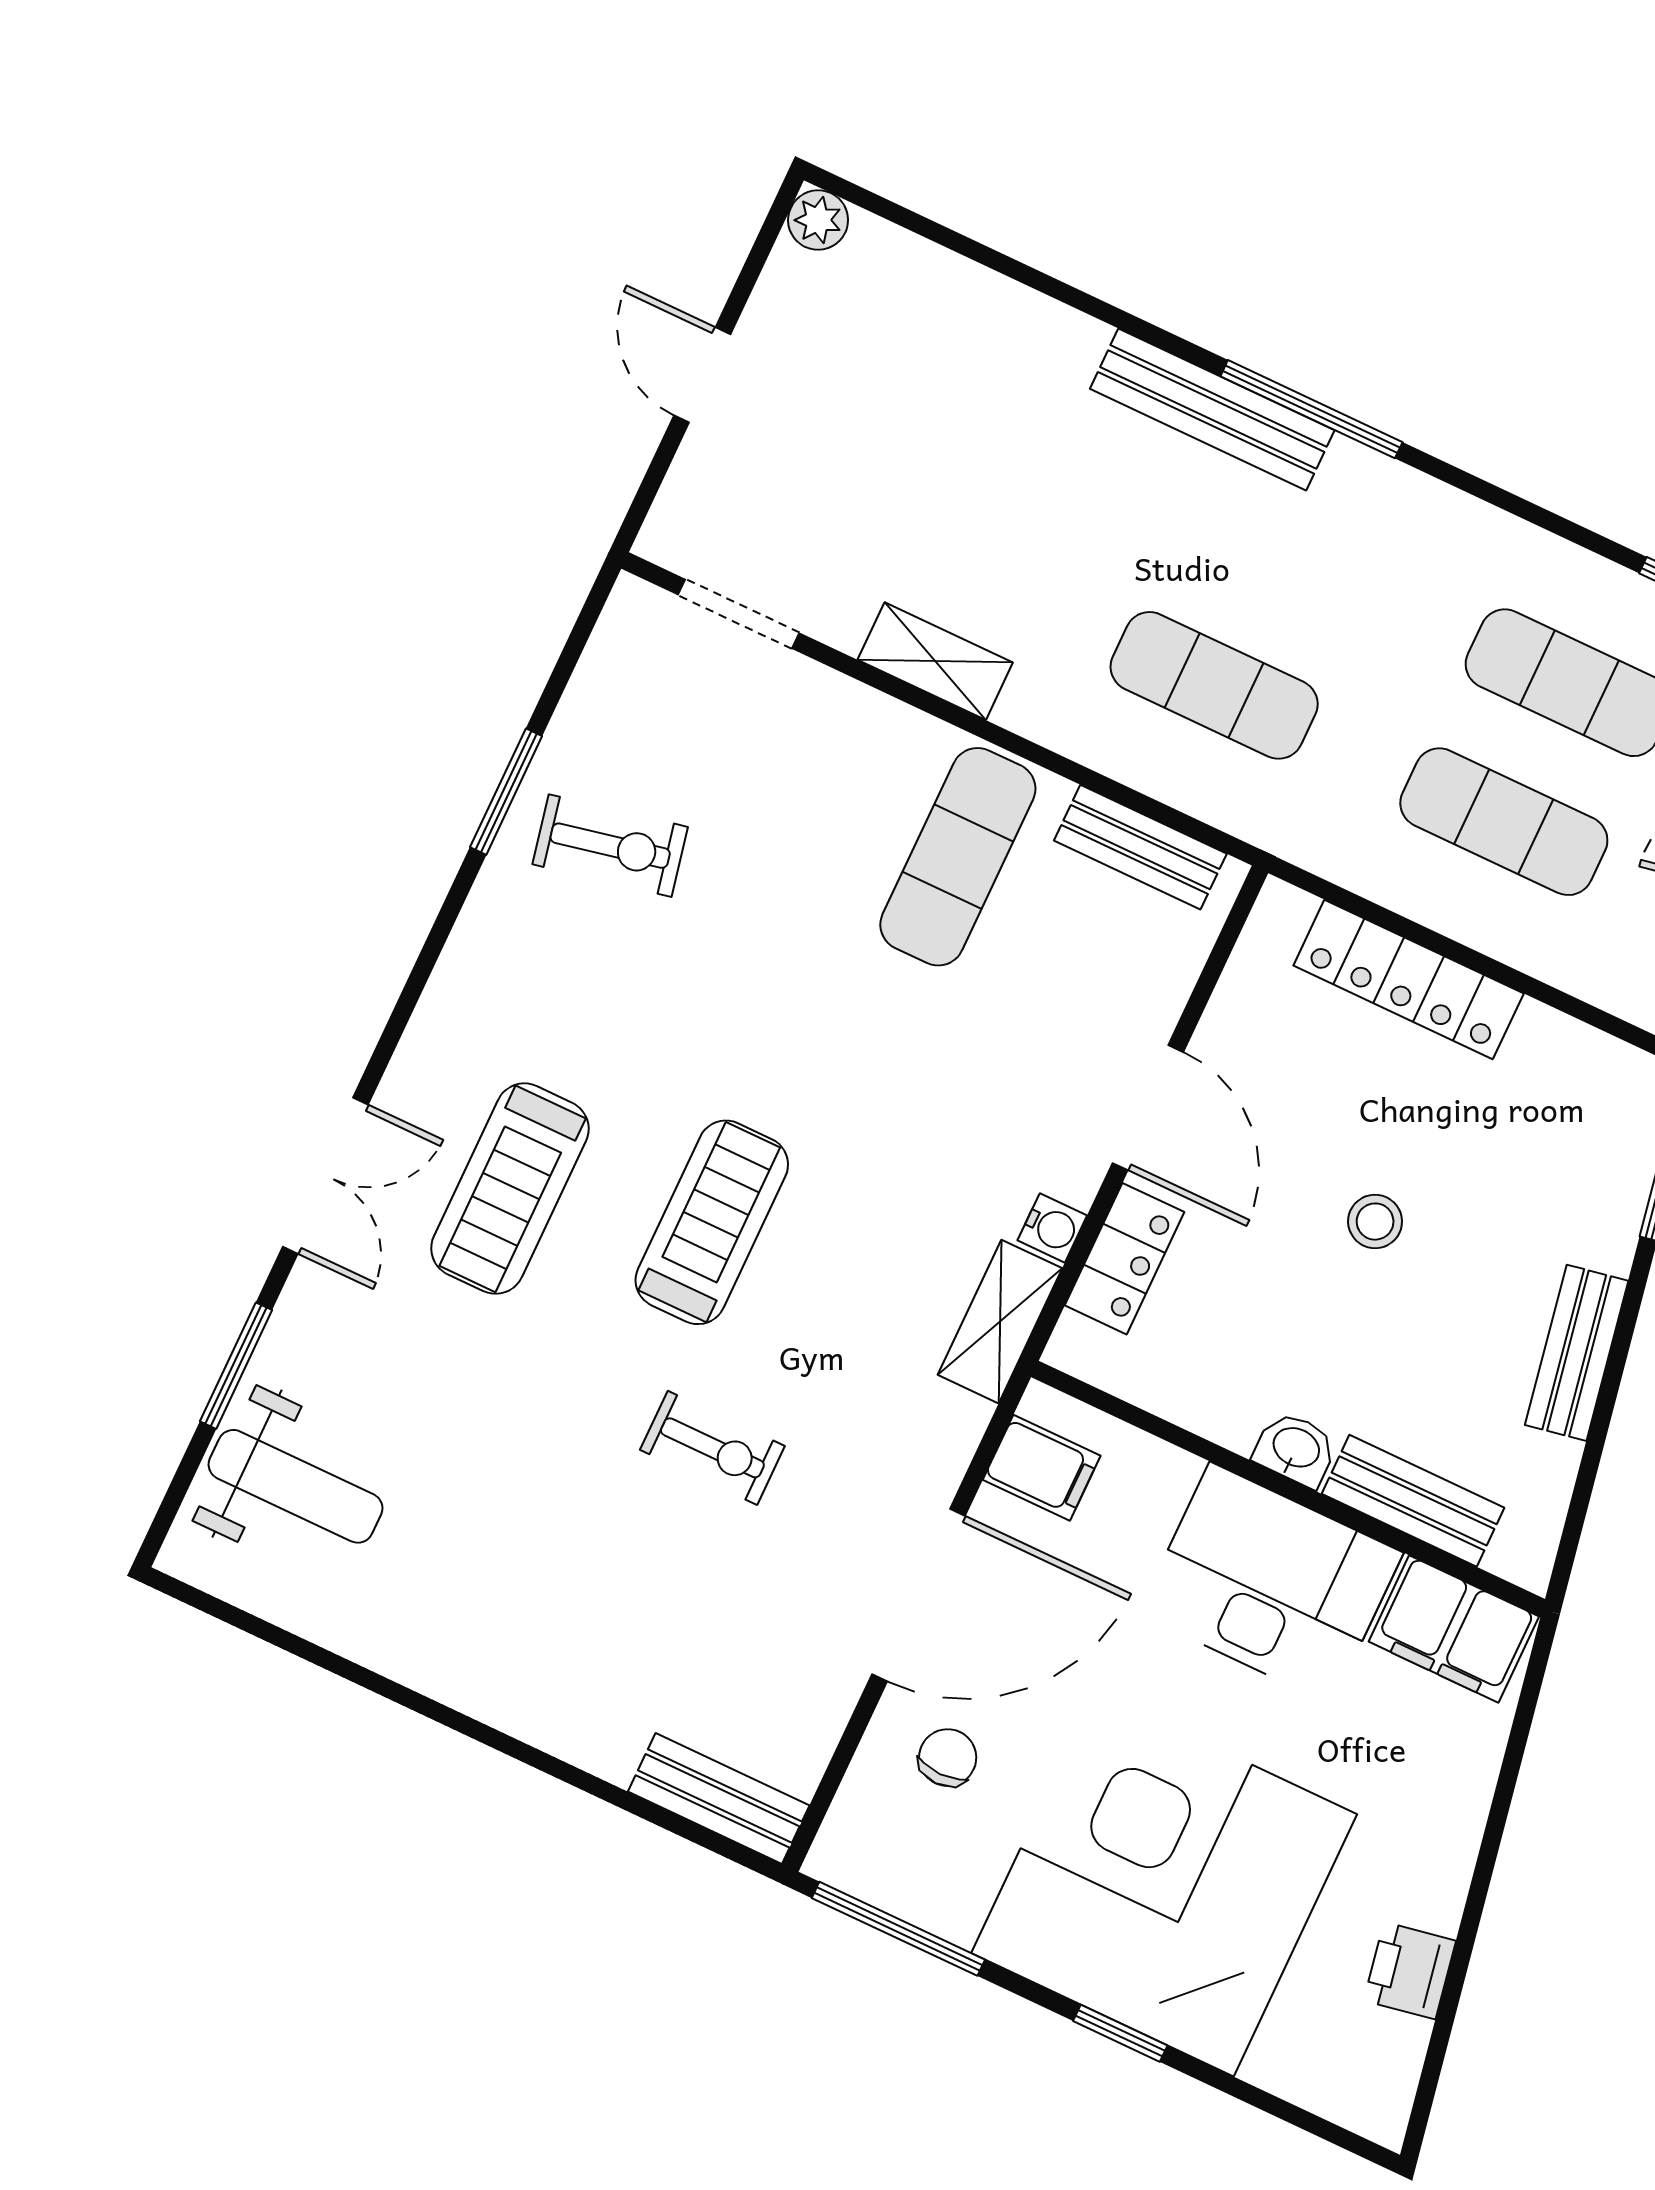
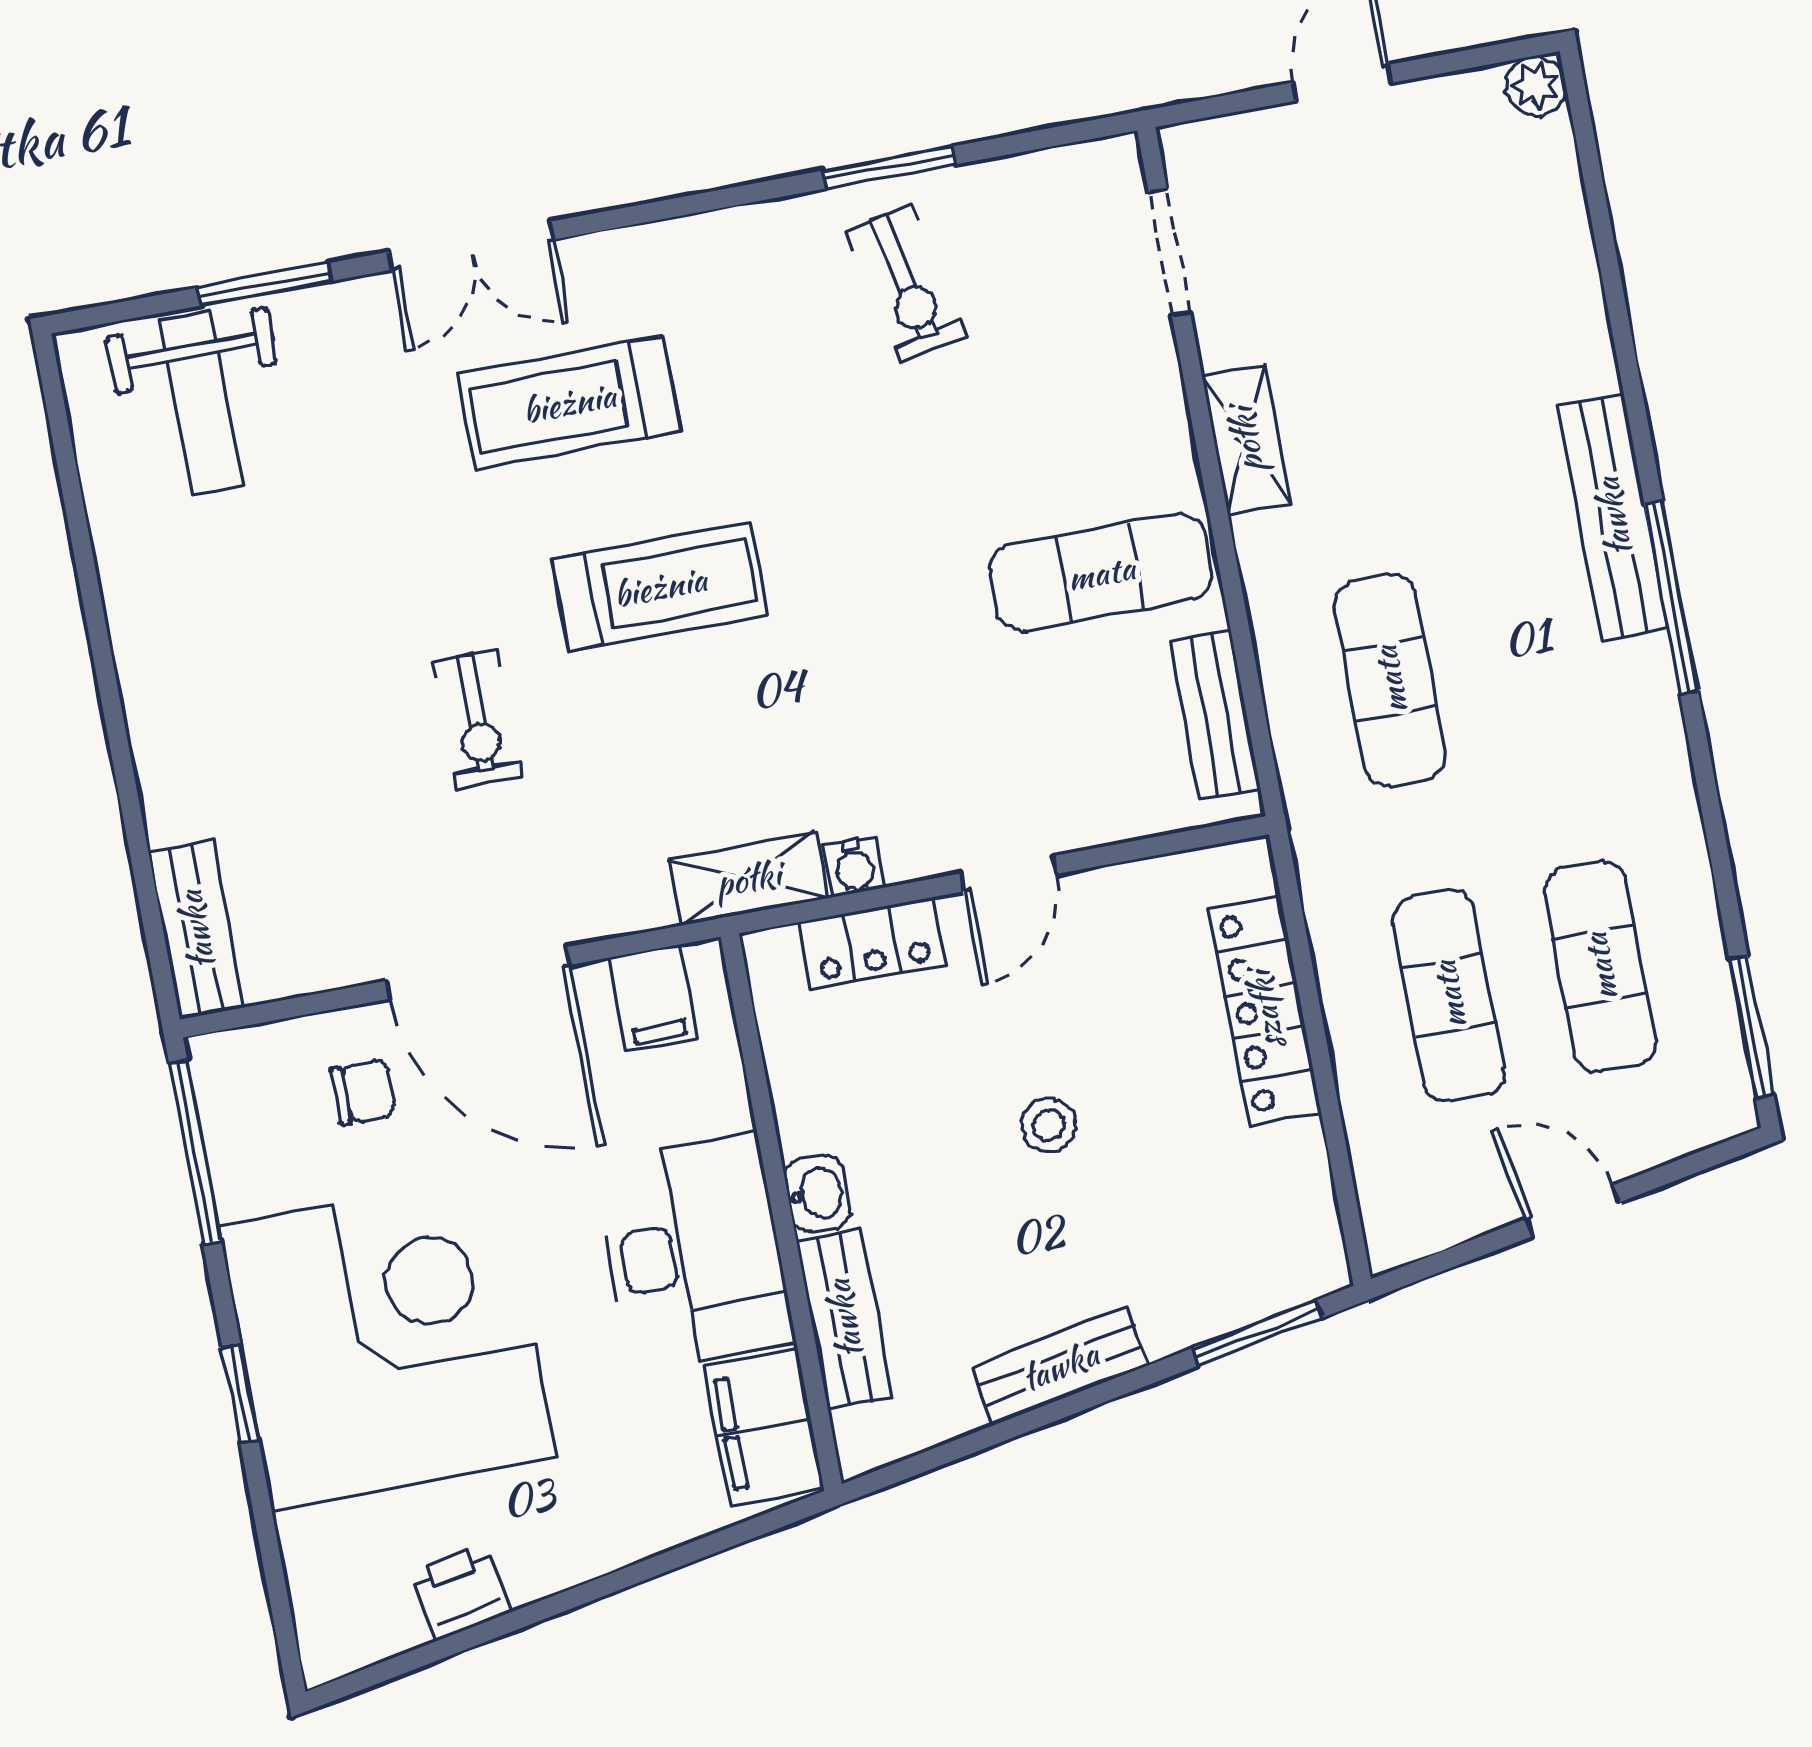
door: (1148, 1108) -> (1008, 874), width x0.73

